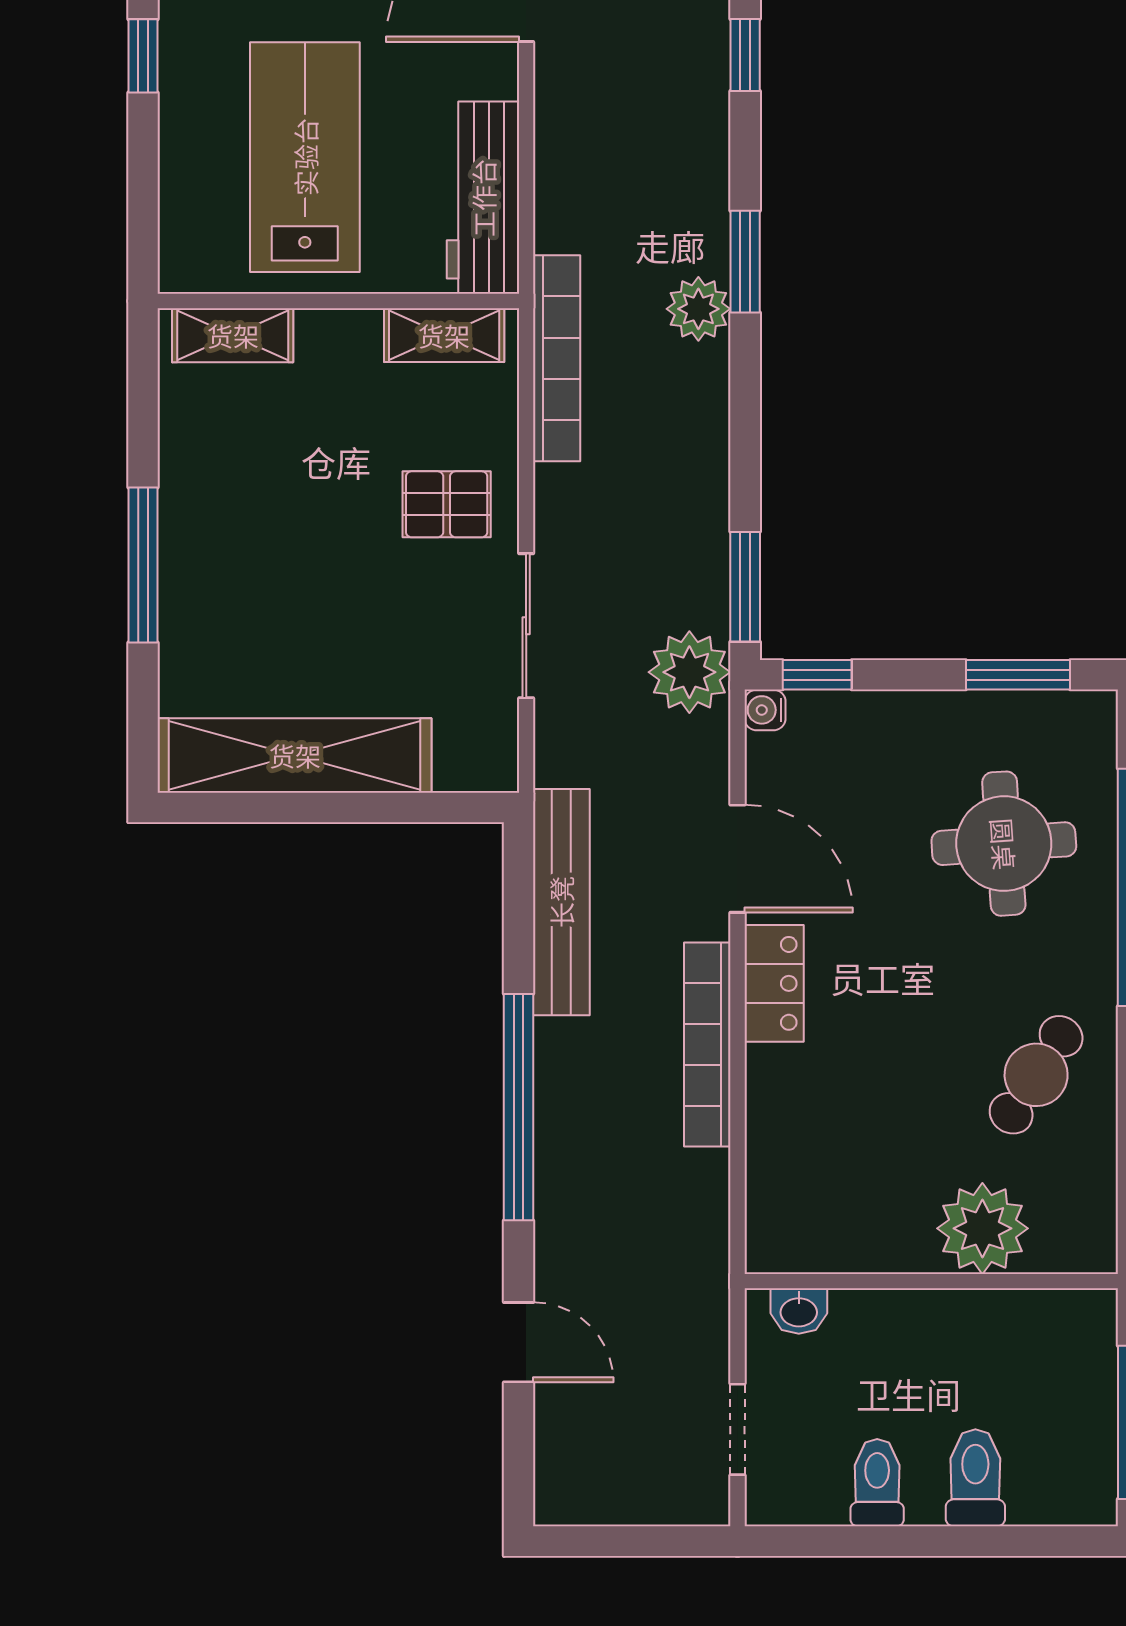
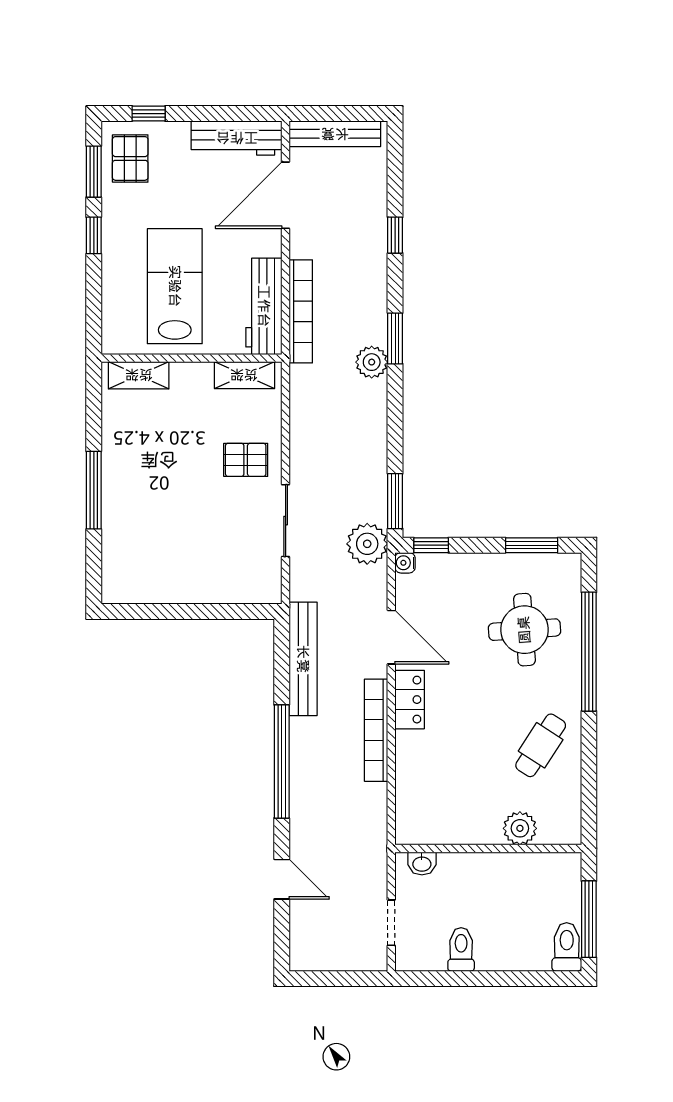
bookcase: (557, 358) -> (301, 311), moved
shelving: (295, 755) -> (170, 586), removed
plant: (982, 1228) -> (520, 828), width x0.73, depth x0.73
toilet: (975, 1478) -> (567, 947), moved

